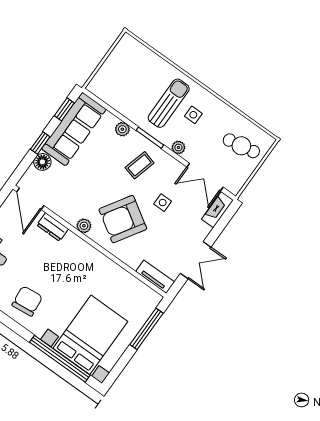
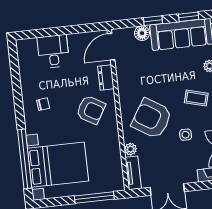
plant: (84, 226) -> (130, 149), moved
armchair: (69, 265) -> (91, 110), added
chair: (27, 301) -> (43, 104), width x0.54, depth x0.54

